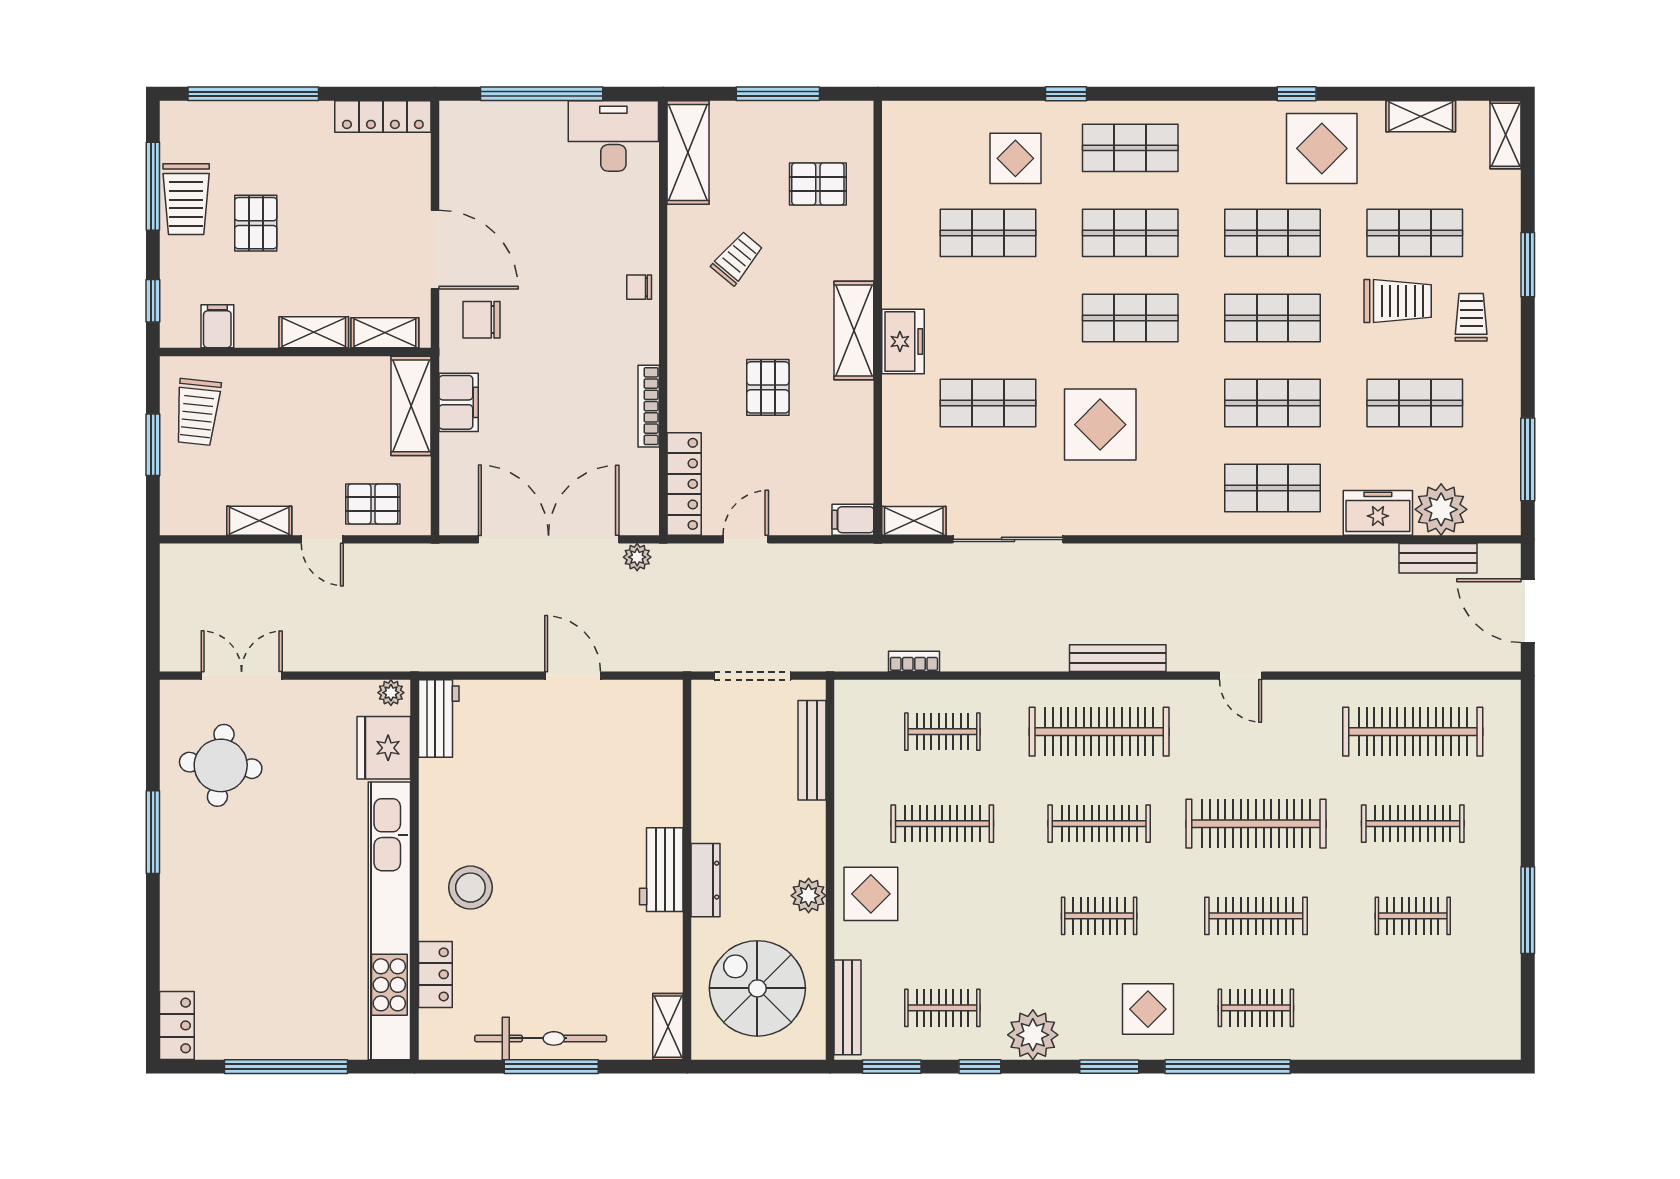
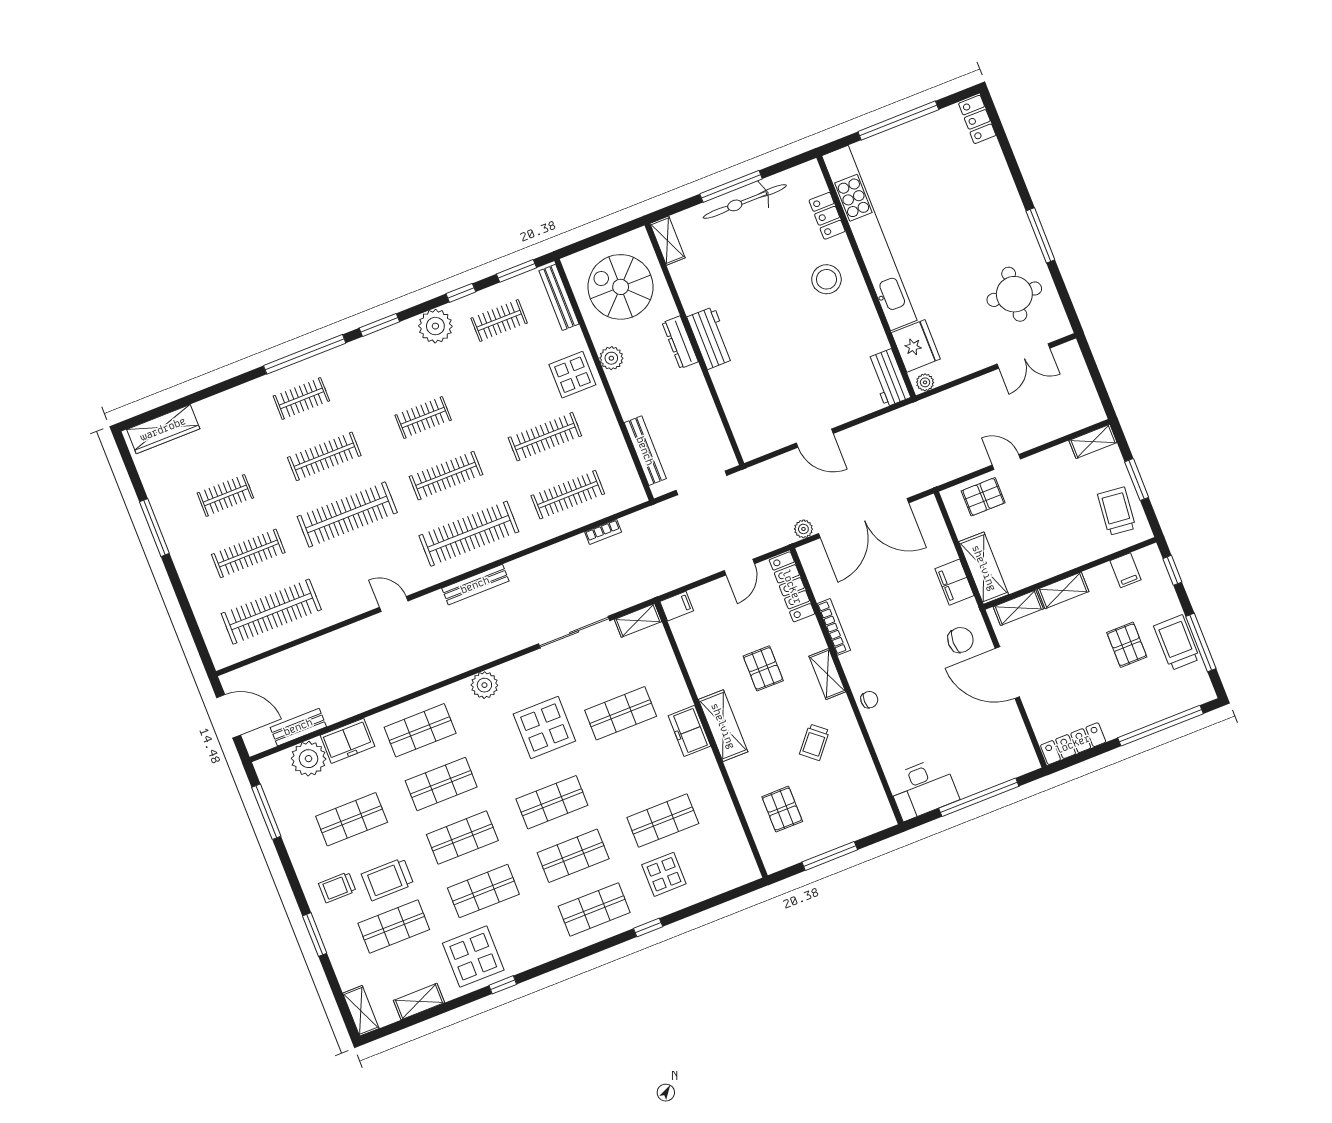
shelving: (688, 153) -> (827, 674), moved, width x0.67, depth x0.75
pallet: (818, 184) -> (782, 809), turned 90
trolley: (1471, 317) -> (337, 887), turned 90
plant: (1160, 515) -> (484, 685), added
shelving: (259, 521) -> (1093, 441), moved
clothes rail: (942, 732) -> (568, 495), width x1.36
spiral stairs: (757, 988) -> (621, 287), turned 180
display table: (1148, 1009) -> (369, 371), removed
wardrobe: (1462, 1040) -> (163, 429), added

